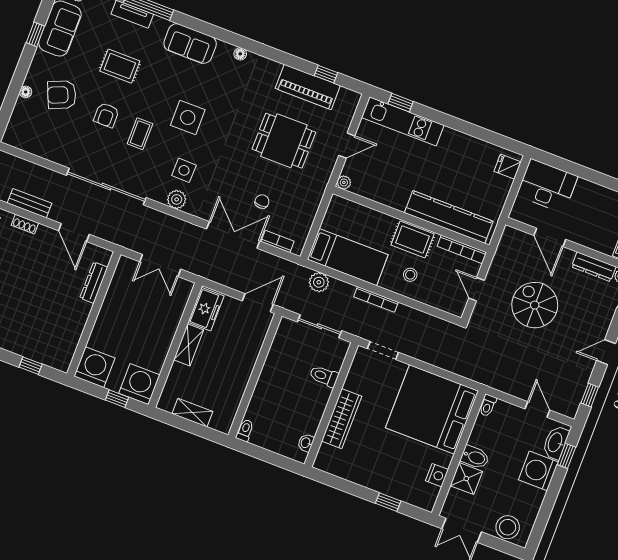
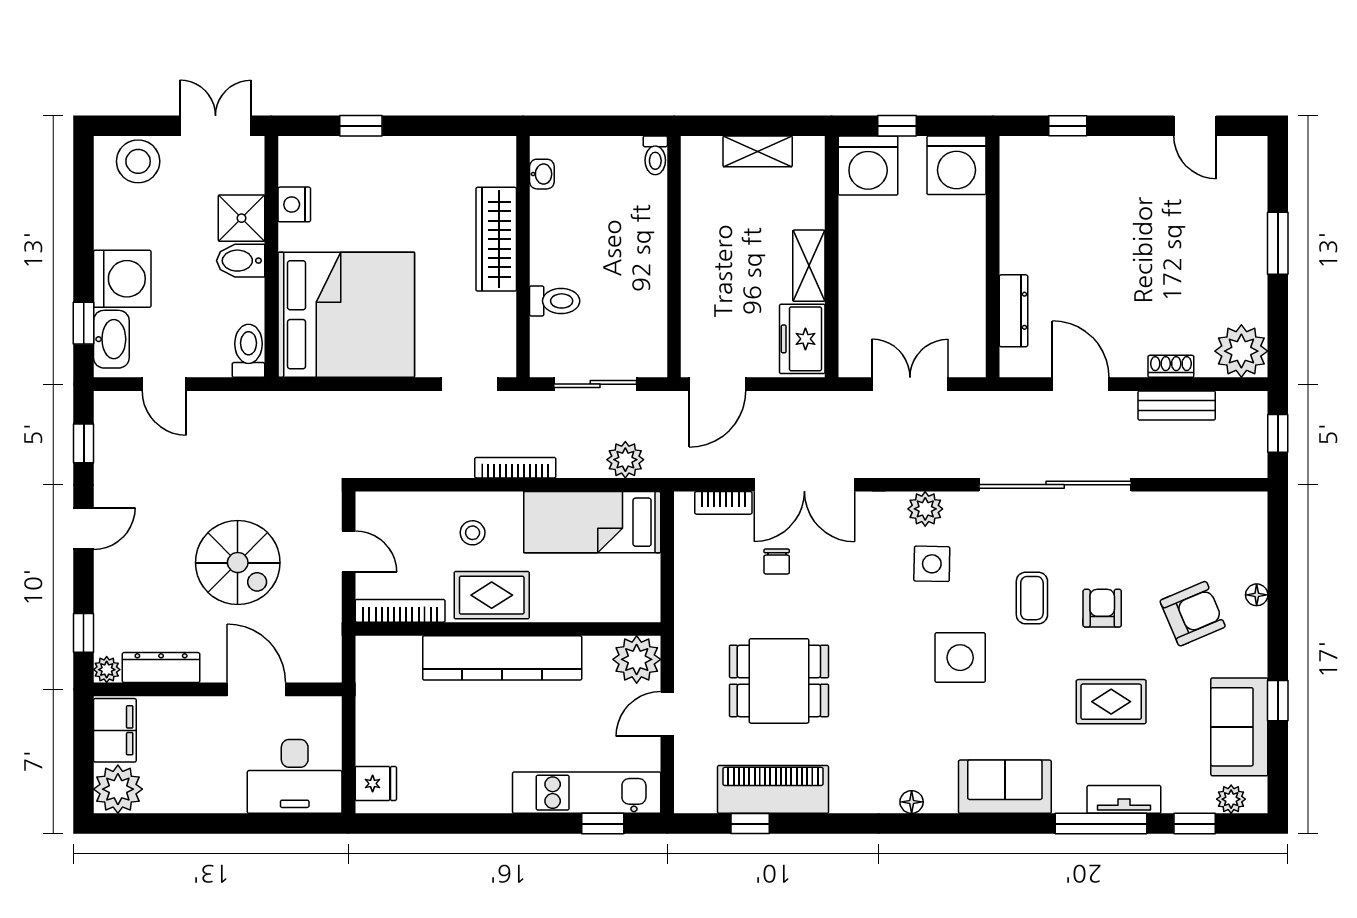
plant: (344, 182) -> (637, 659), width x1.87, depth x1.87
kitchen counter: (449, 217) -> (502, 658), moved
toilet: (488, 406) -> (249, 351), width x1.37, depth x1.39

